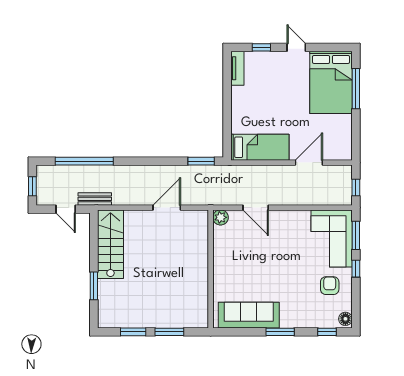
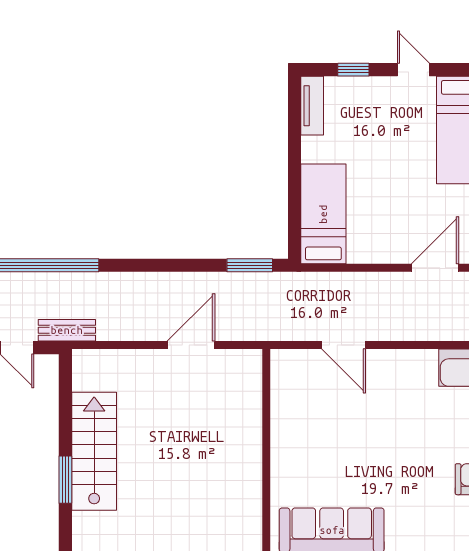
bed: (260, 147) -> (323, 214), moved, turned -90
plant: (220, 217) -> (283, 362), removed
stairs: (110, 244) -> (94, 451), moved

